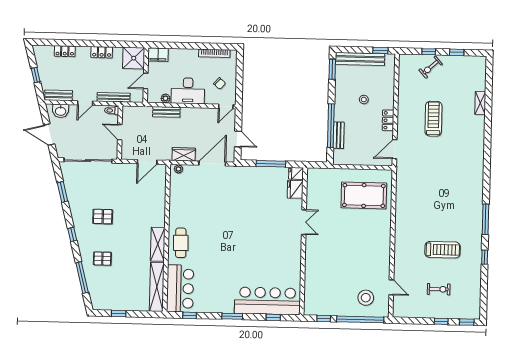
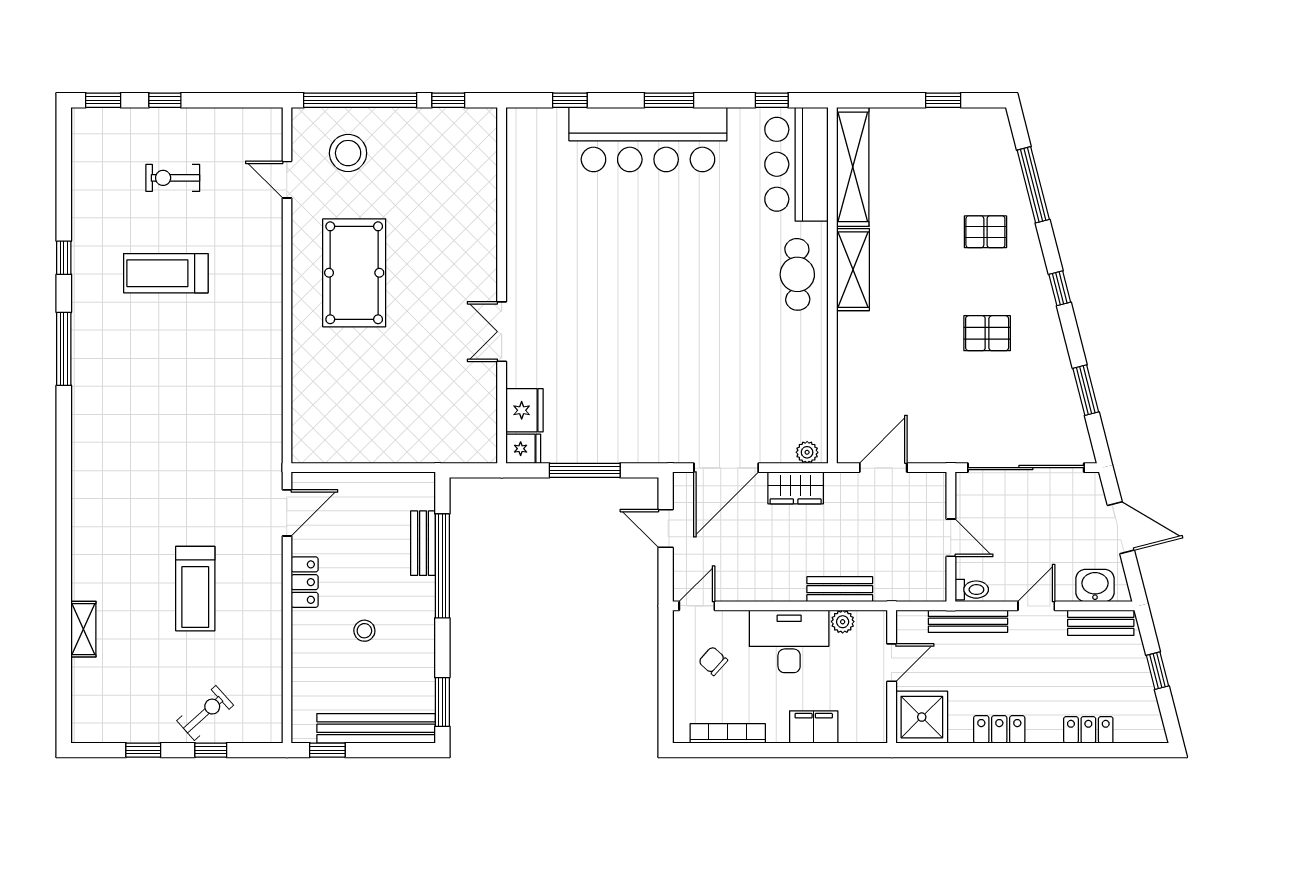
filing cabinet: (158, 55) -> (814, 727), moved
pool table: (364, 195) -> (354, 273), moved, turned 90
bar counter: (267, 301) -> (648, 139), moved

